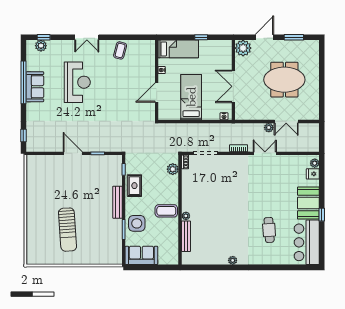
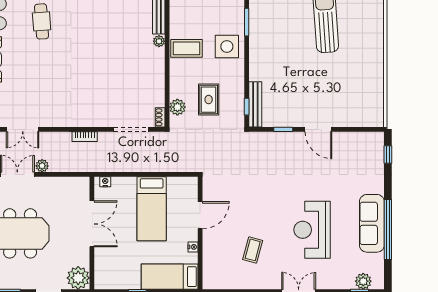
coffee table: (120, 50) -> (253, 250), moved
sofa: (35, 87) -> (372, 223), width x1.36
double door: (265, 153) -> (23, 129), moved
rug: (134, 186) -> (209, 100), moved
bench: (117, 202) -> (255, 104), moved
side table: (137, 223) -> (227, 46), moved

